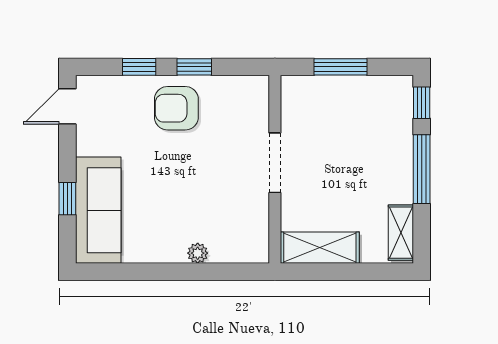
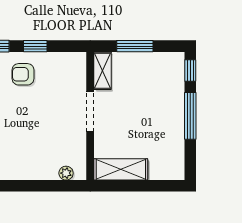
armchair: (176, 108) -> (23, 74), width x0.72, depth x0.72
shelving: (401, 233) -> (103, 71), moved
plant: (198, 253) -> (66, 173), moved

